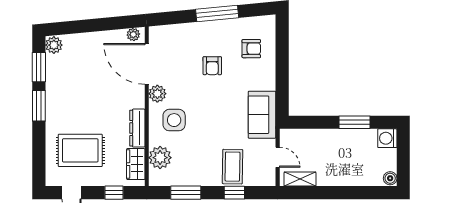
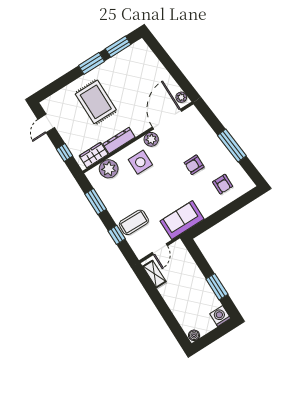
plant: (54, 45) -> (140, 47), removed
rug: (80, 150) -> (96, 102), moved

